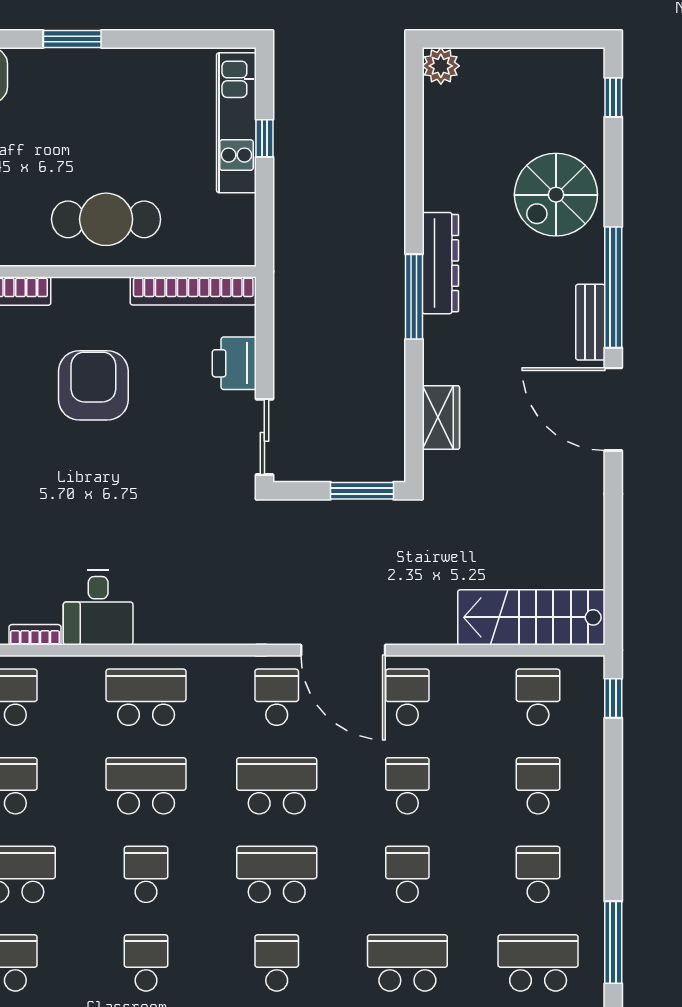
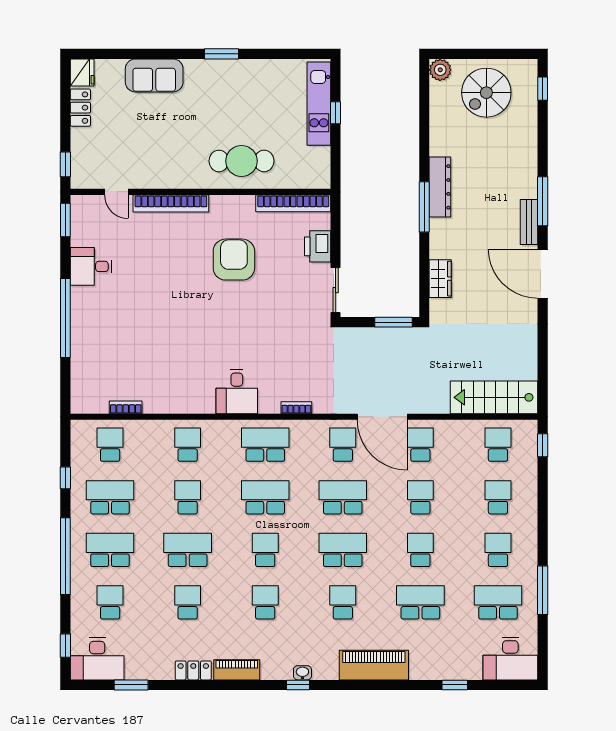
spiral stairs: (556, 195) -> (486, 93), moved
window: (613, 287) -> (543, 201), width x0.68
bookcase: (35, 635) -> (296, 408), moved

